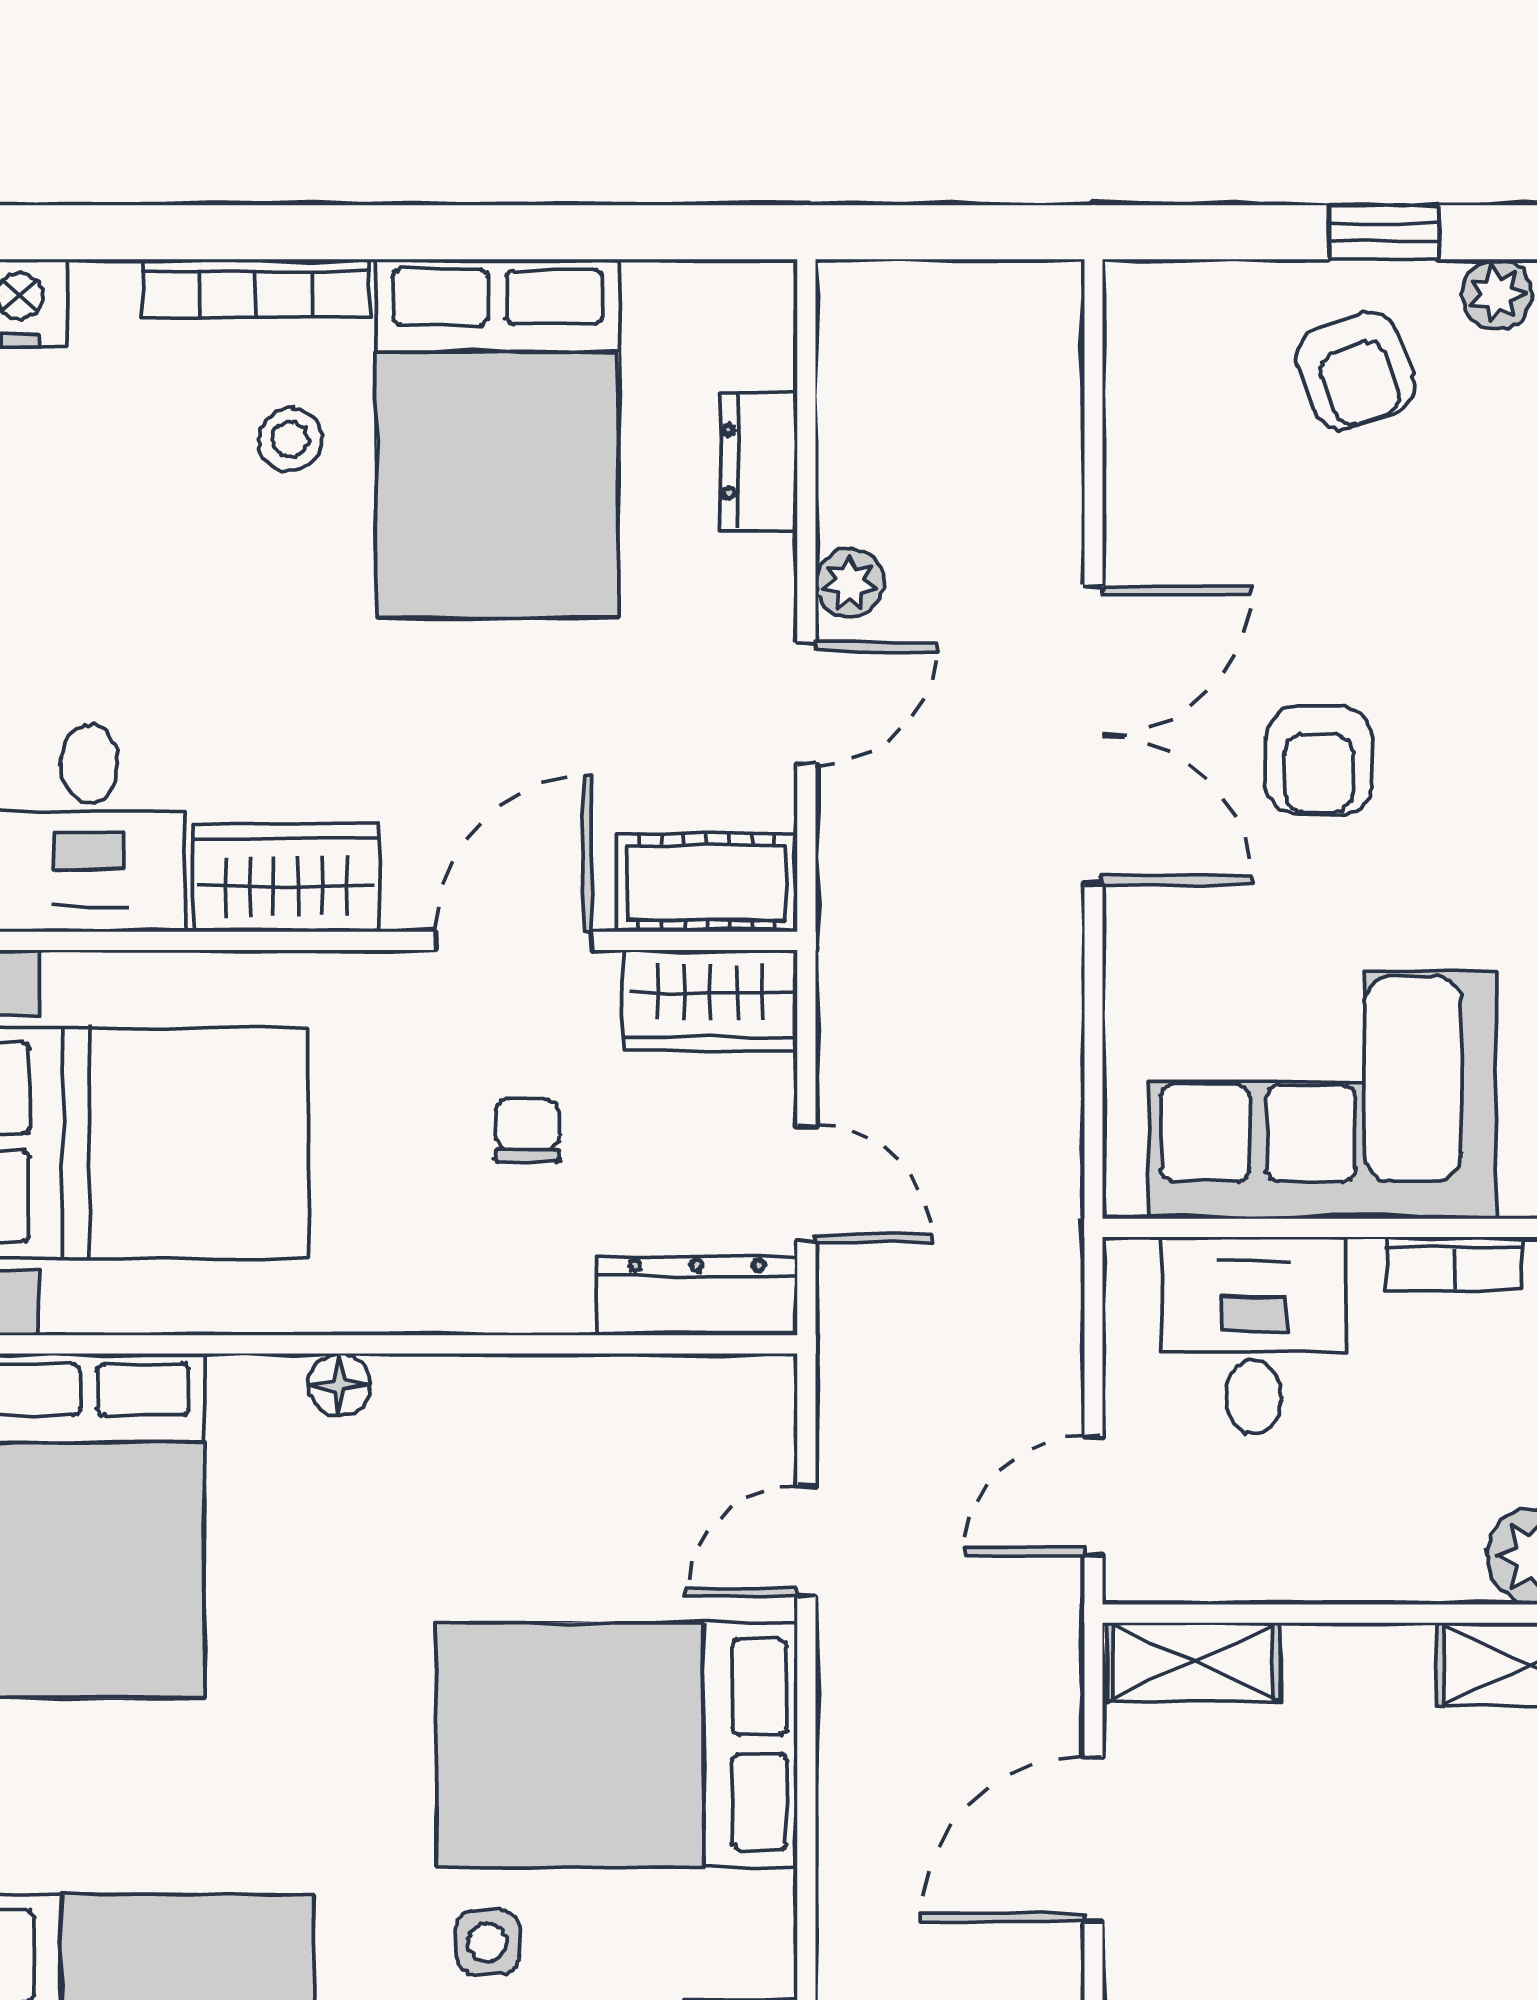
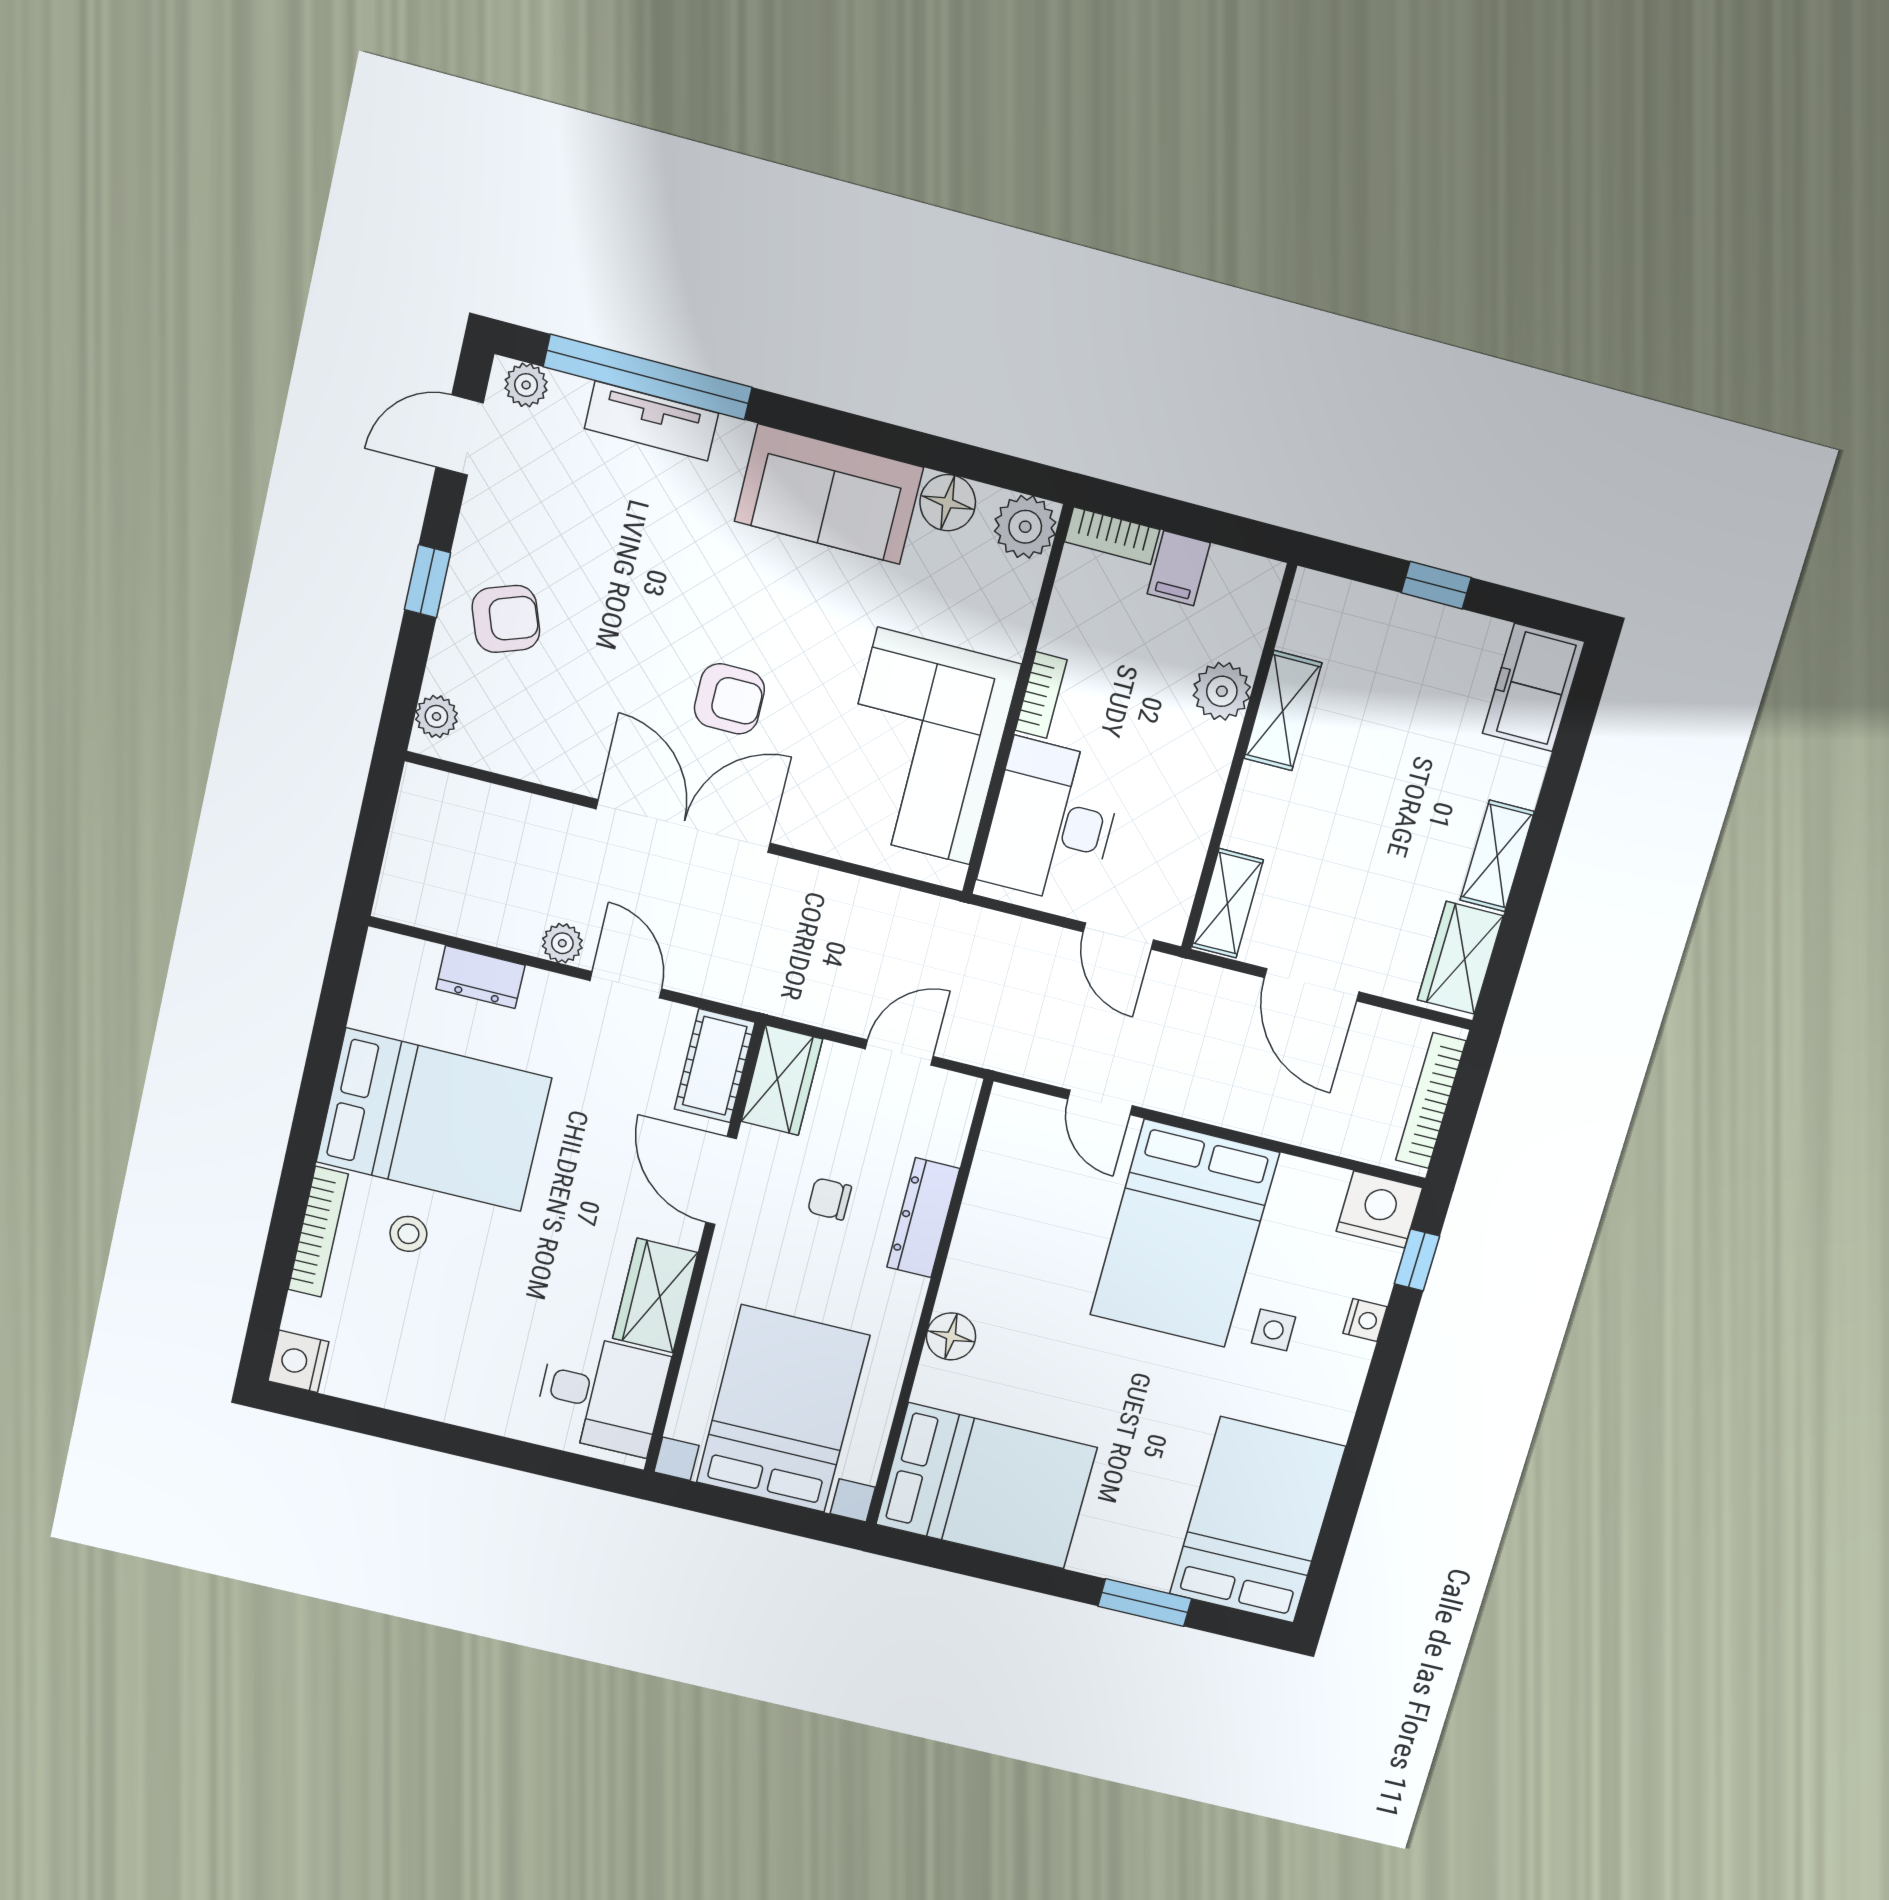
plant: (1497, 294) -> (436, 716), moved
dresser: (697, 1296) -> (923, 1218), moved
desk: (1253, 1336) -> (1052, 822), width x1.37
floor lamp: (339, 1385) -> (951, 1336), width x1.37, depth x1.37

